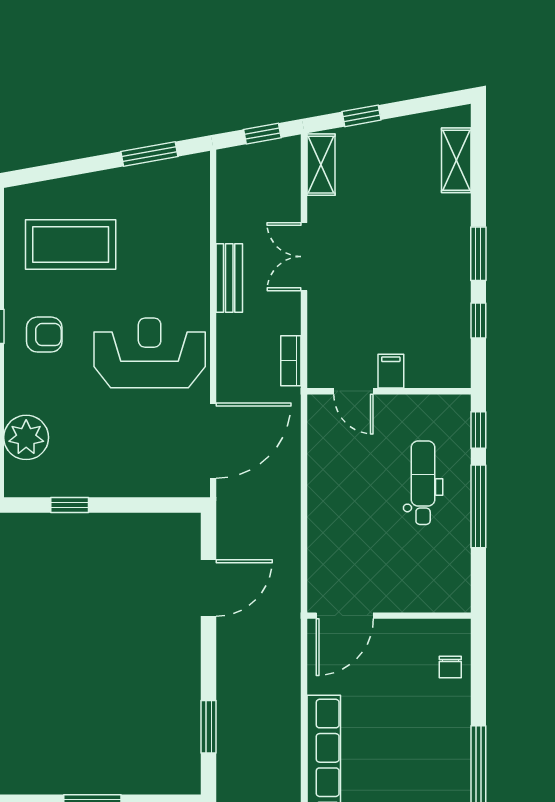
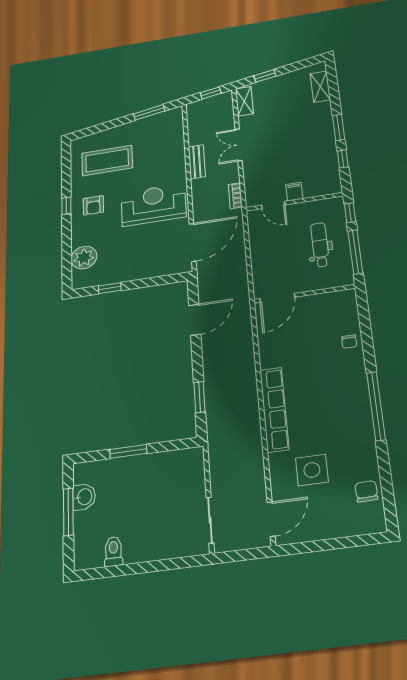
armchair: (44, 335) -> (93, 205), turned 90
door: (345, 616) -> (277, 298), moved
wall: (389, 616) -> (304, 294), moved

